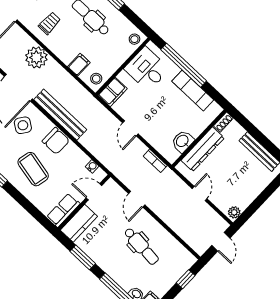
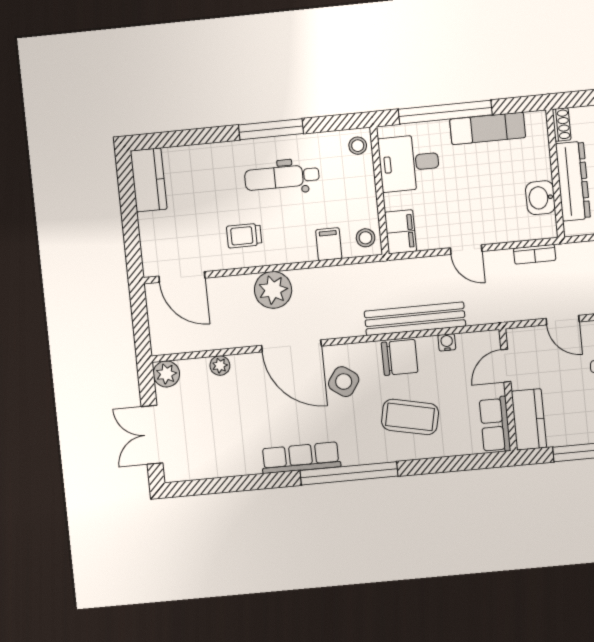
trolley: (49, 23) -> (244, 236), turned -90
bench: (60, 115) -> (415, 319), moved
water cooler: (92, 166) -> (447, 342), moved

